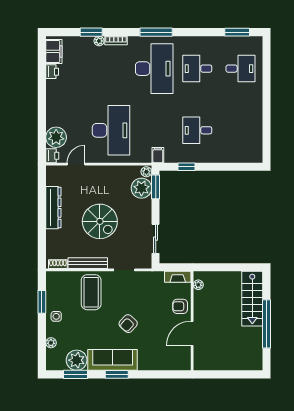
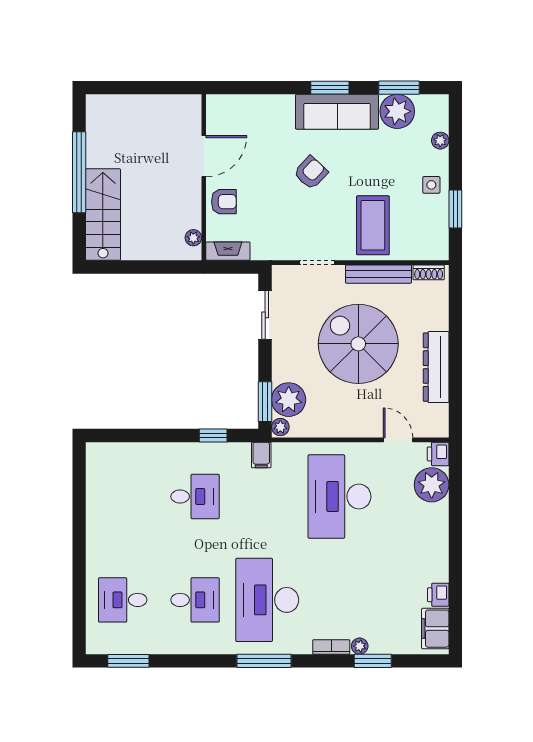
door: (76, 164) -> (398, 440), swing flipped
spiral stairs: (100, 221) -> (358, 344), width x1.37, depth x1.37

